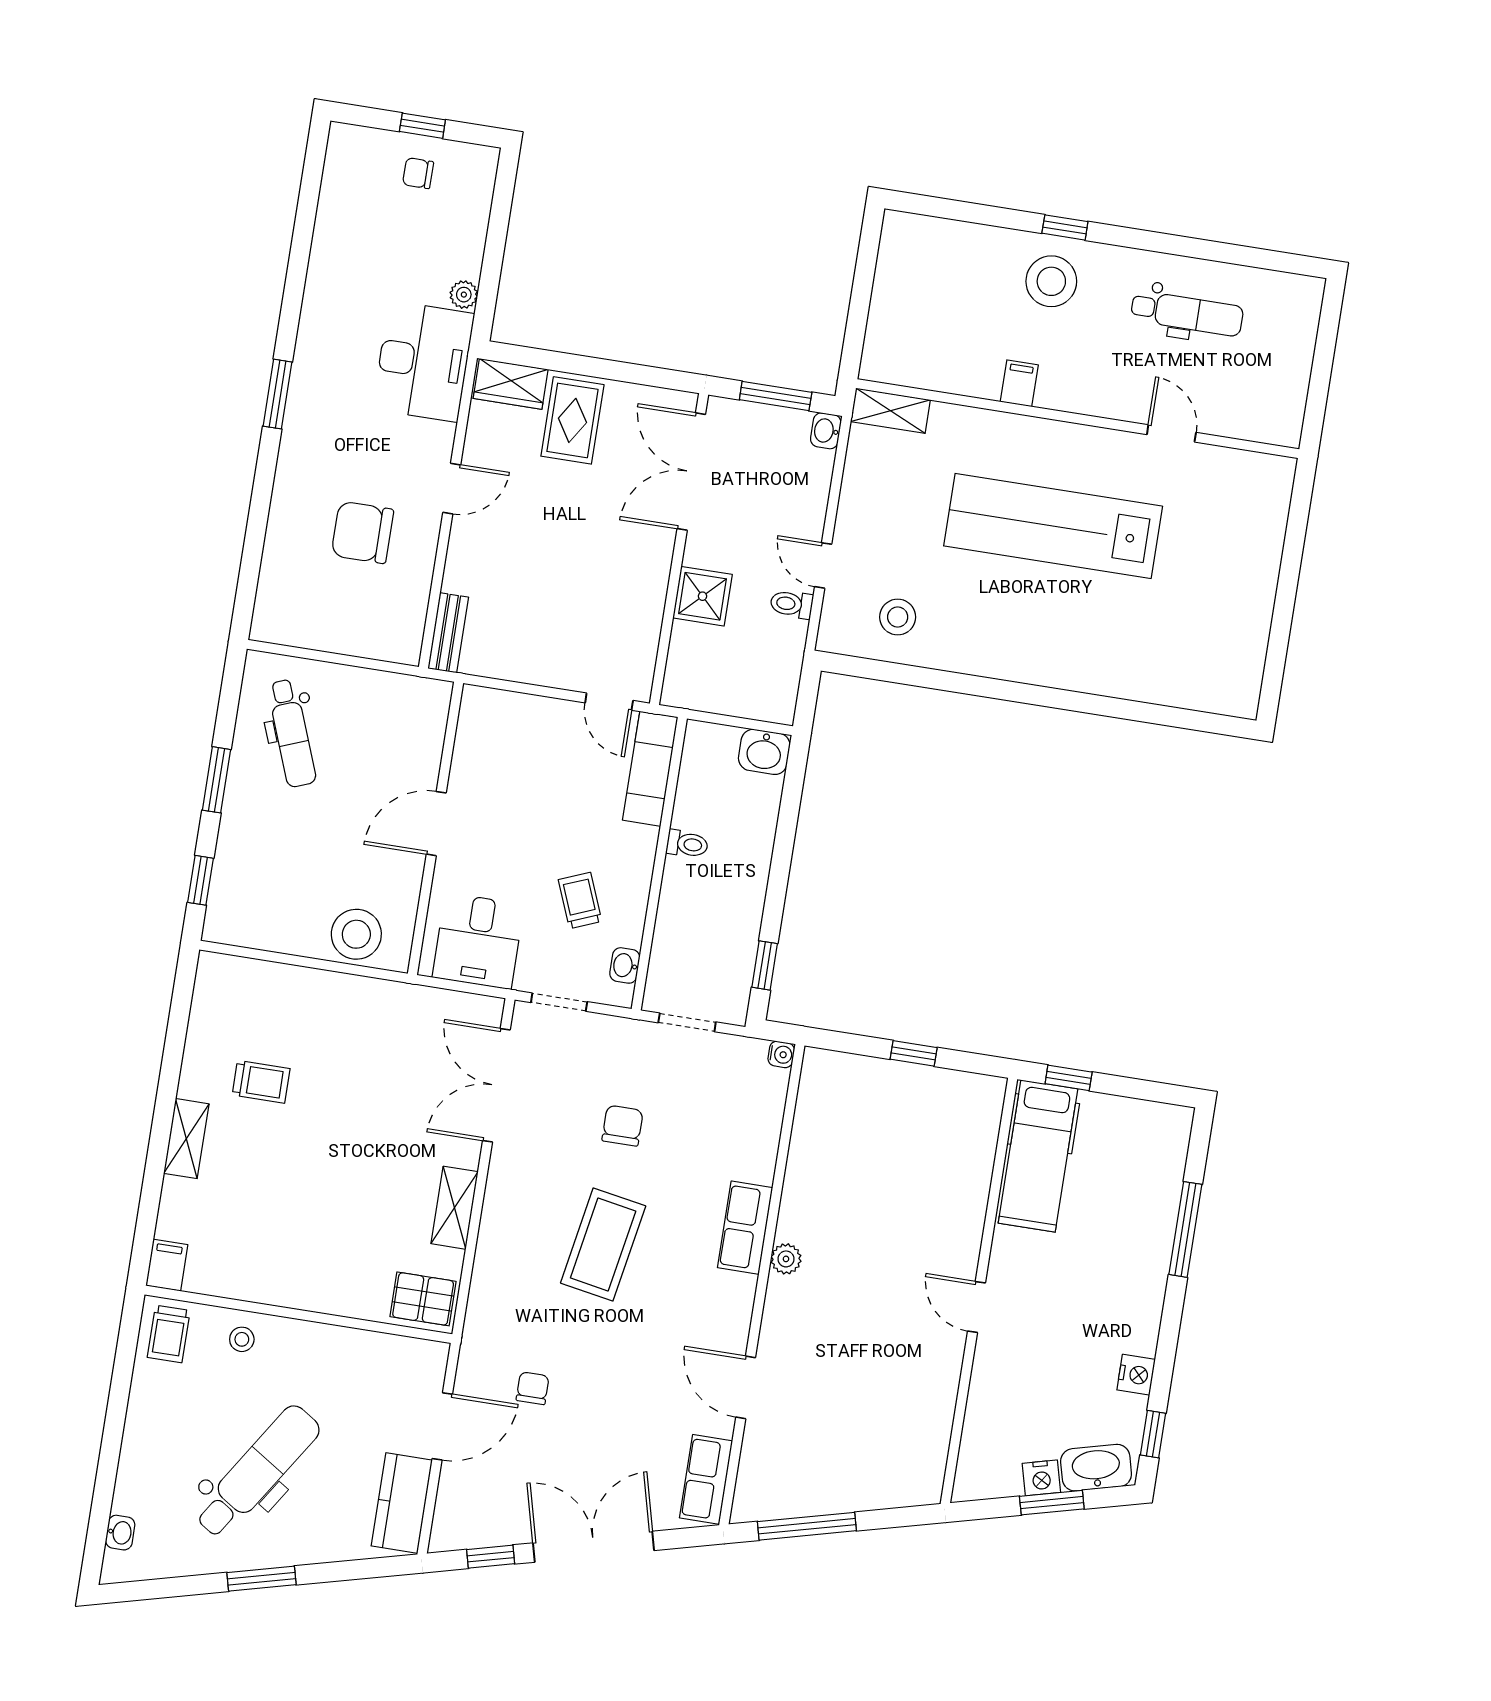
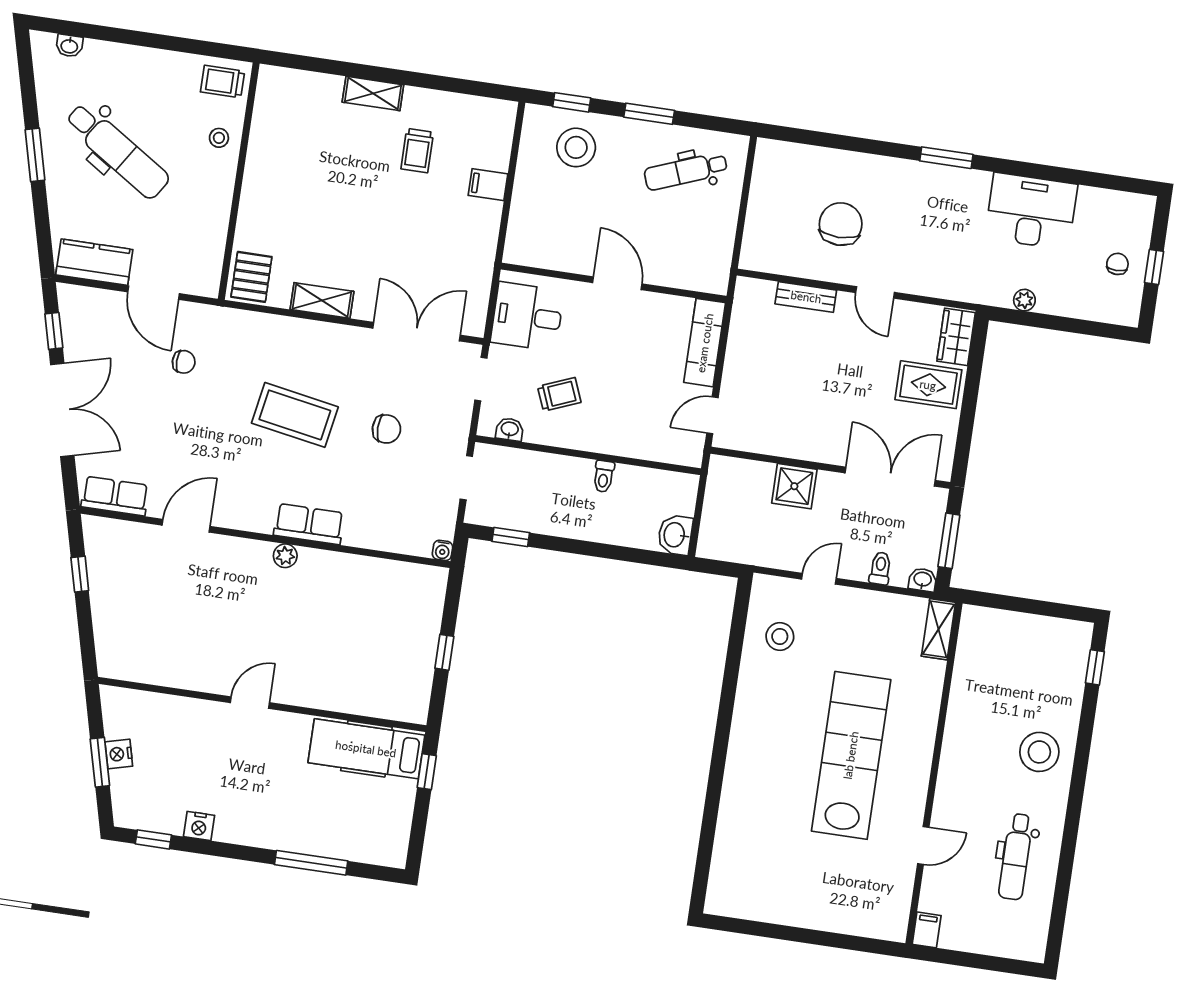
window: (1065, 227) -> (1095, 667), moved
desk: (423, 361) -> (1031, 211), moved, turned 180
filing cabinet: (1019, 383) -> (927, 930), moved, turned -90
toilet: (792, 604) -> (880, 568), moved
bench: (448, 633) -> (806, 297), moved
exam couch: (650, 769) -> (705, 343), moved, turned -90
stool: (356, 934) -> (576, 147), moved
filing cabinet: (167, 1265) -> (488, 185), moved, turned 180
washbasin: (1096, 1468) -> (127, 796), removed
window: (807, 1526) -> (80, 574), width x0.46

